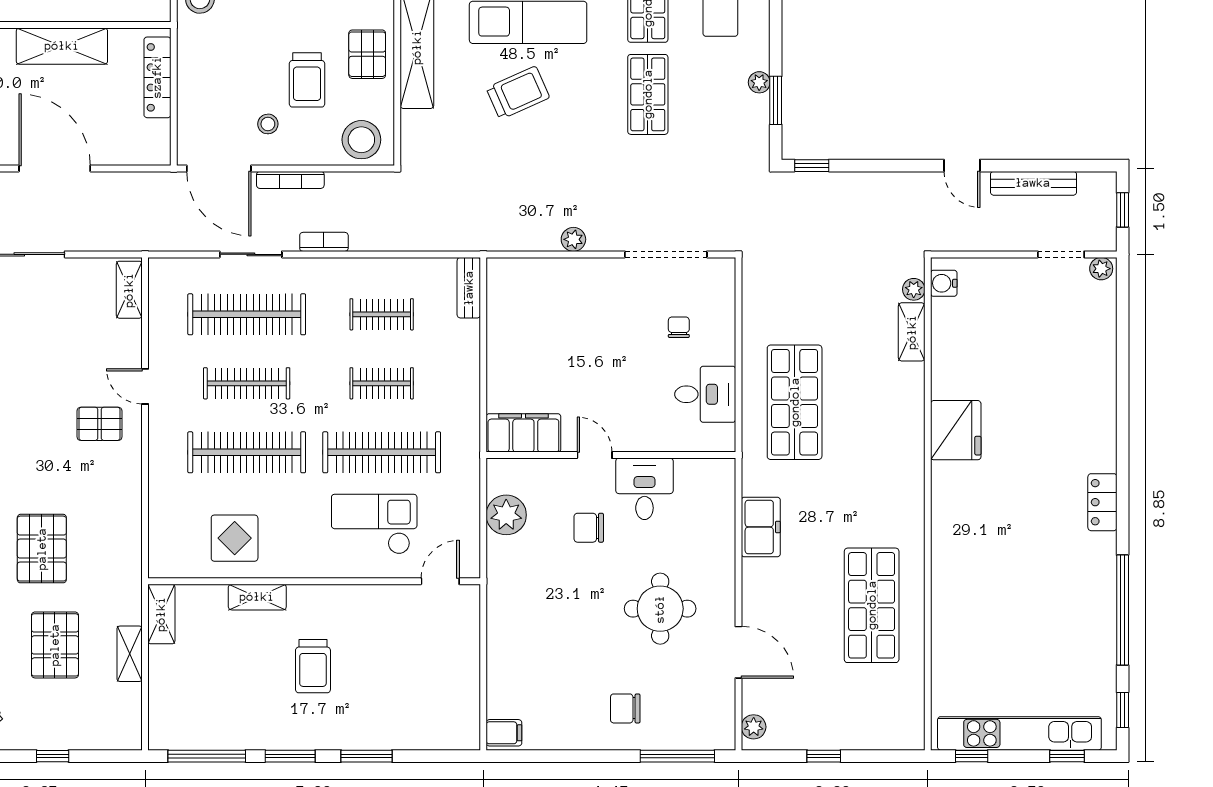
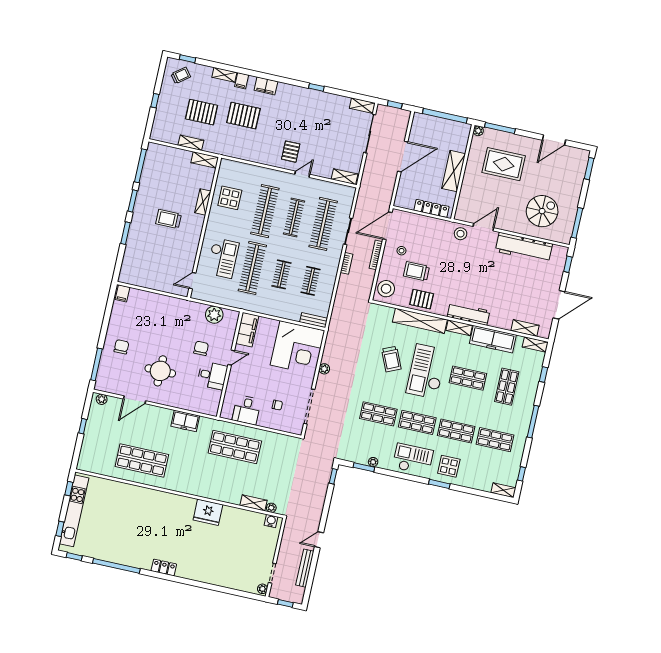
corner desk: (539, 310) -> (297, 348), added
door: (440, 581) -> (192, 281), swing flipped

